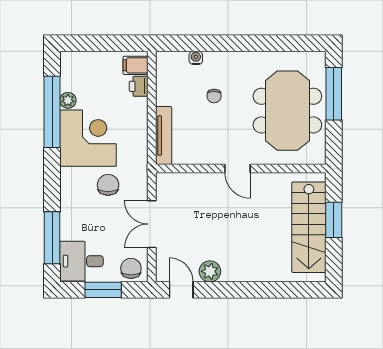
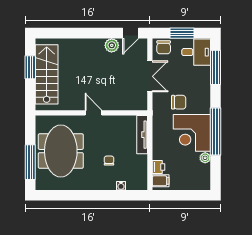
window: (52, 112) -> (216, 132), moved
chair: (108, 185) -> (179, 102), turned -90
window: (334, 220) -> (30, 67), moved
door: (181, 290) -> (131, 33), hinge flipped

